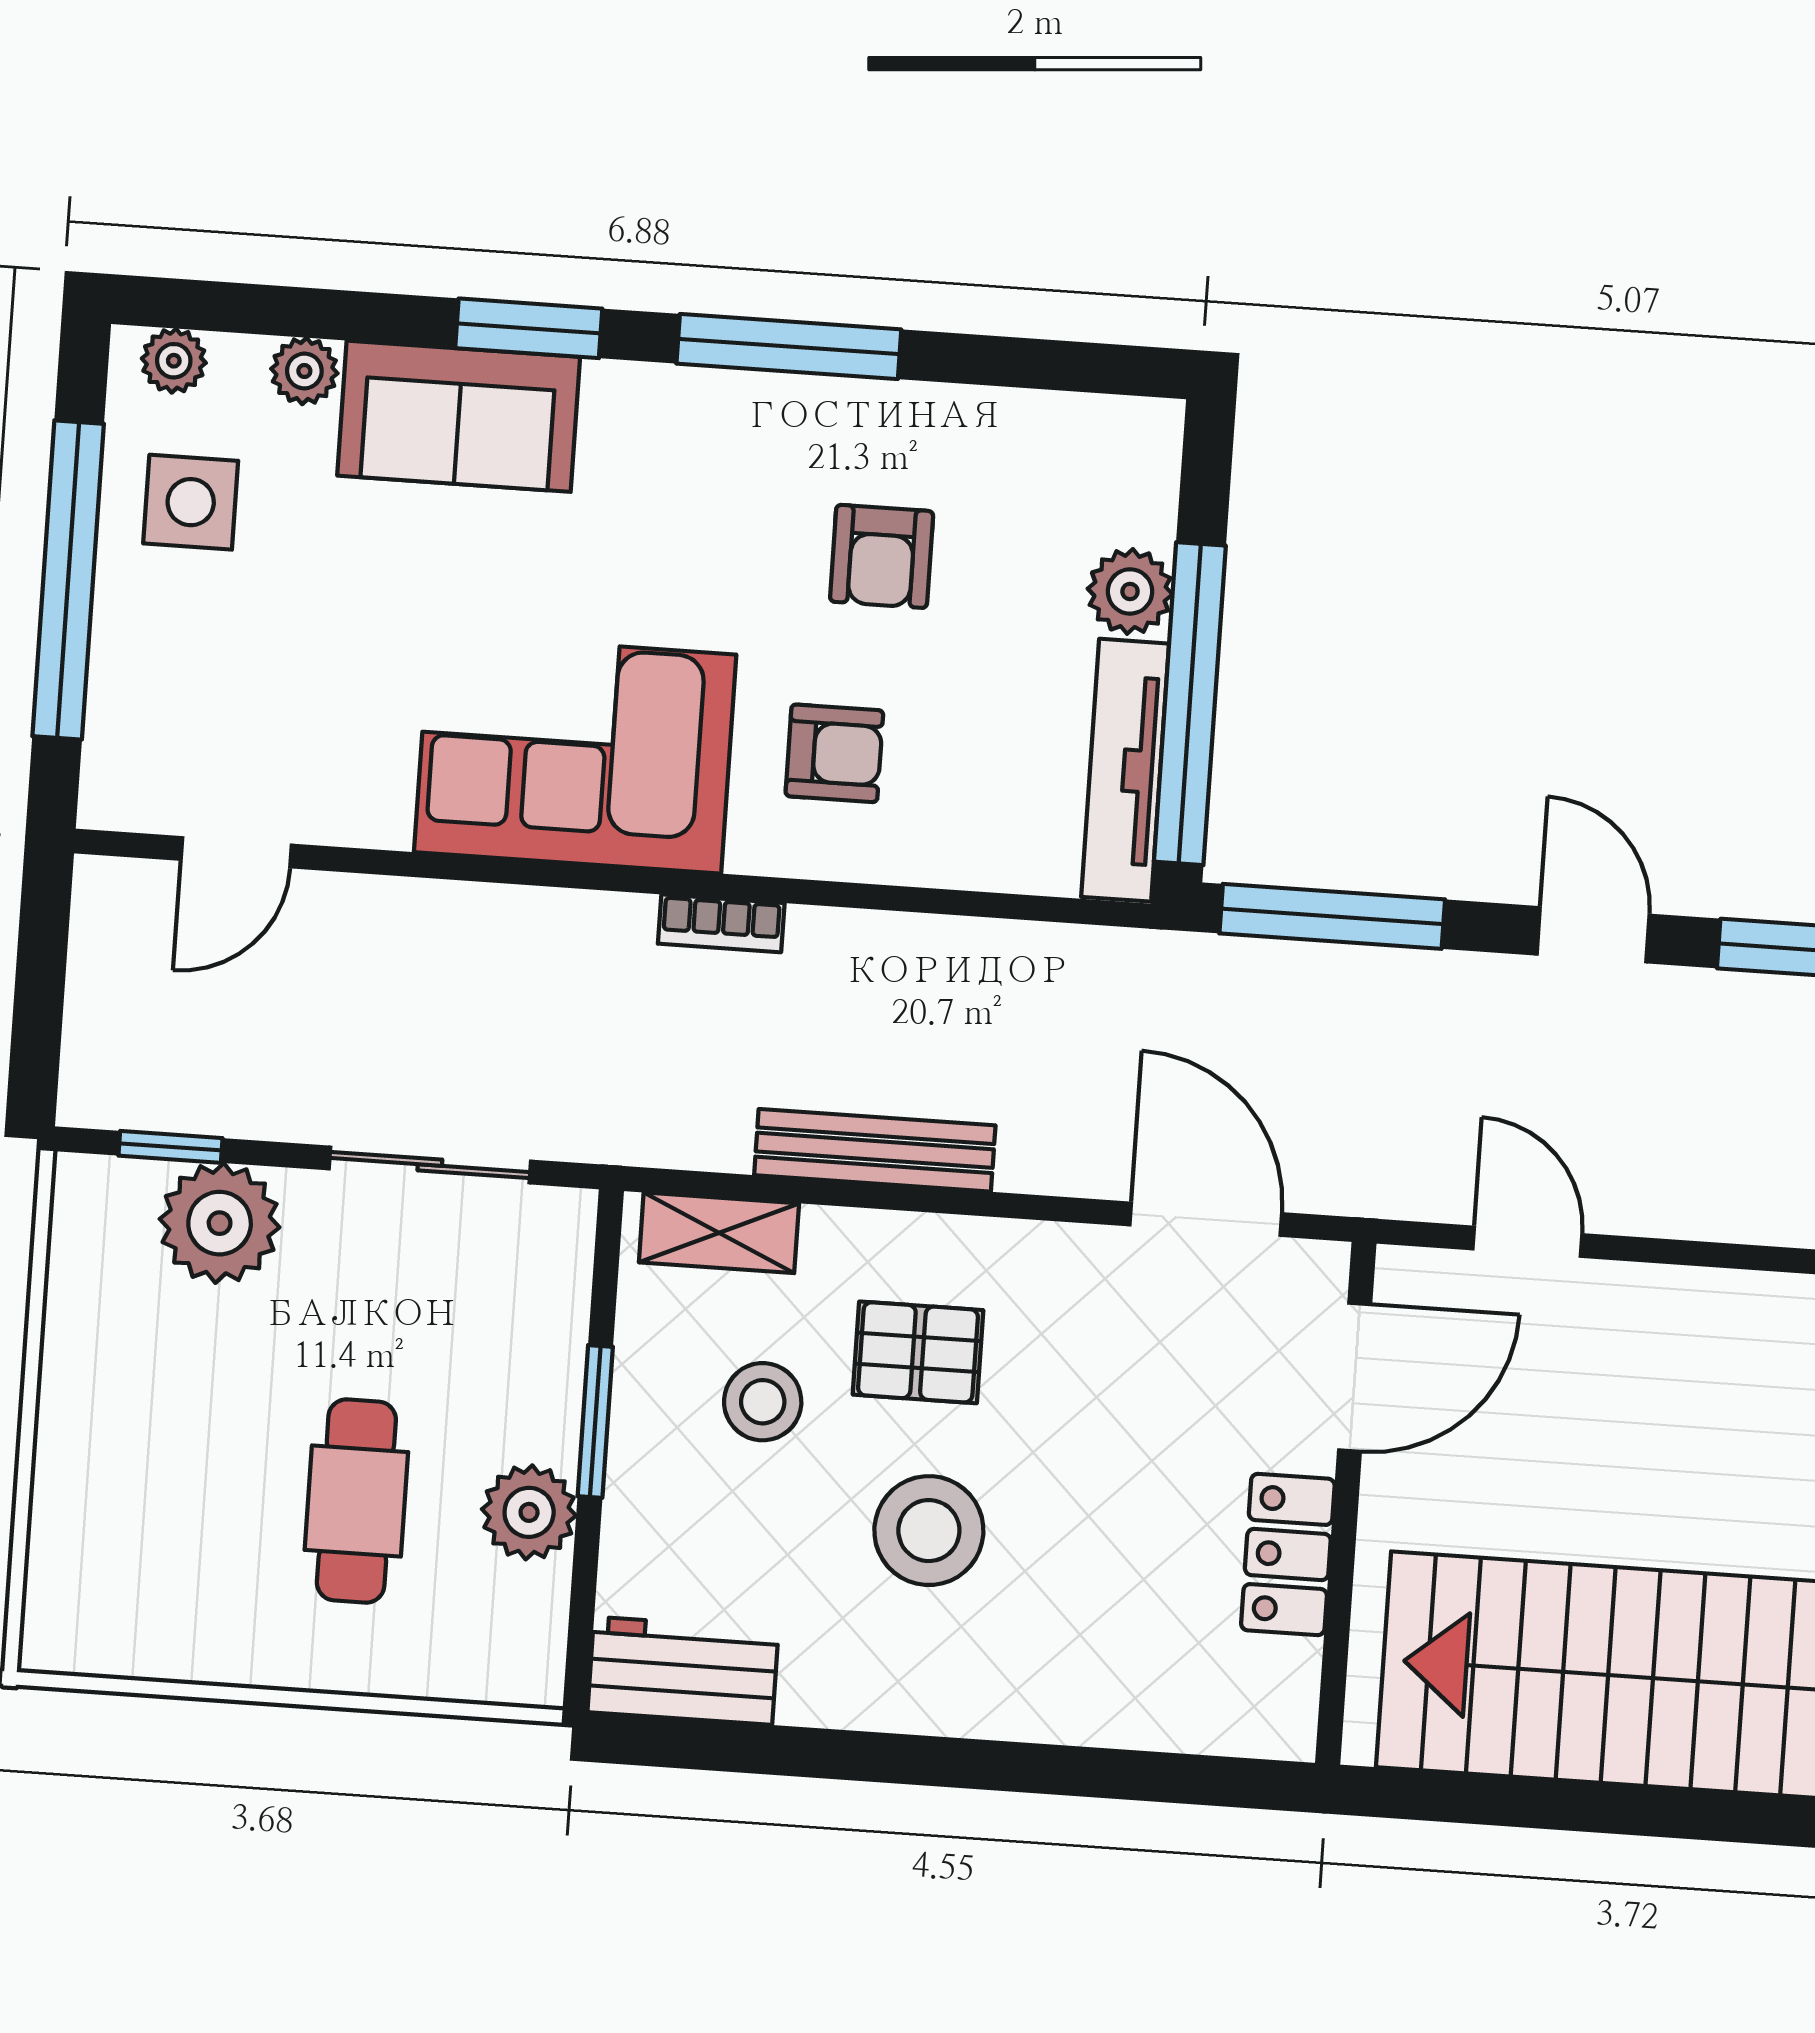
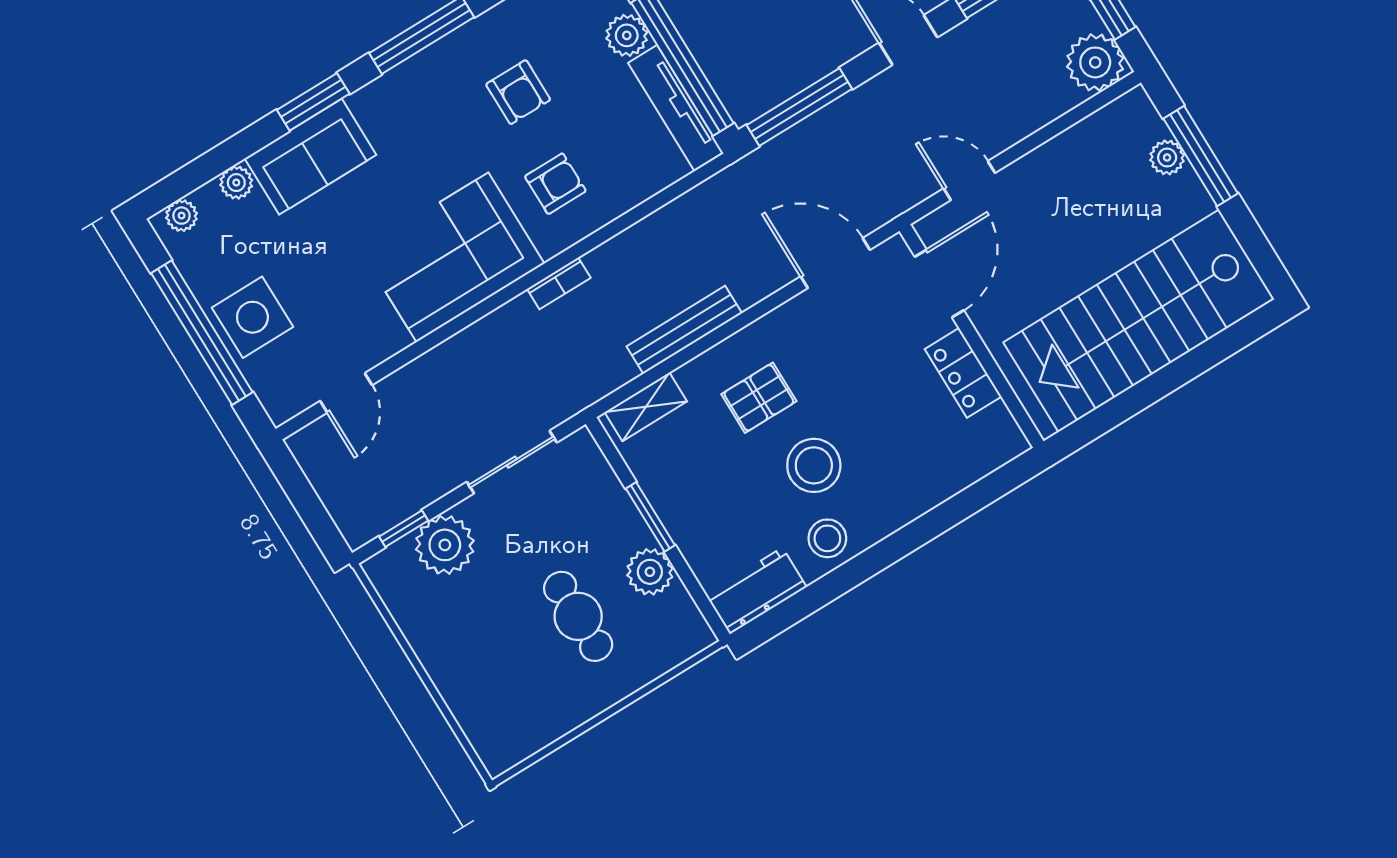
side table: (191, 502) -> (252, 317), moved, width x1.37, depth x1.37
stool: (763, 1402) -> (827, 538), moved

